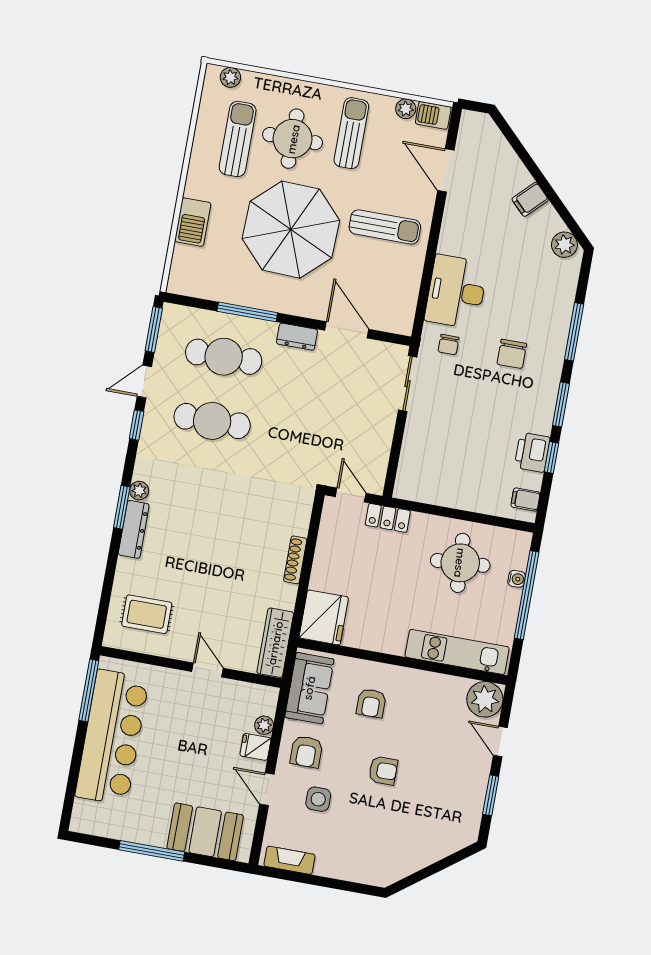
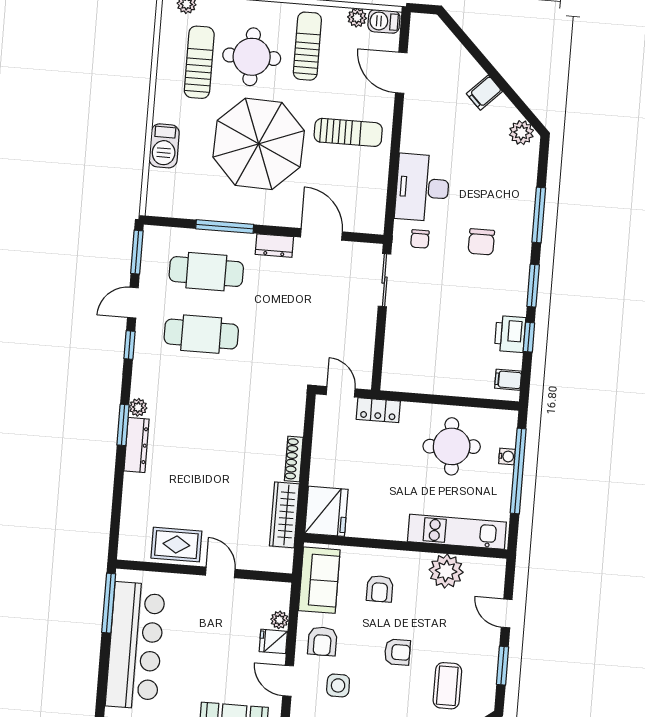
rug: (147, 614) -> (176, 545), moved
wardrobe: (275, 643) -> (284, 515), moved
plant: (485, 699) -> (446, 571), moved
coffee table: (431, 811) -> (447, 686), added

